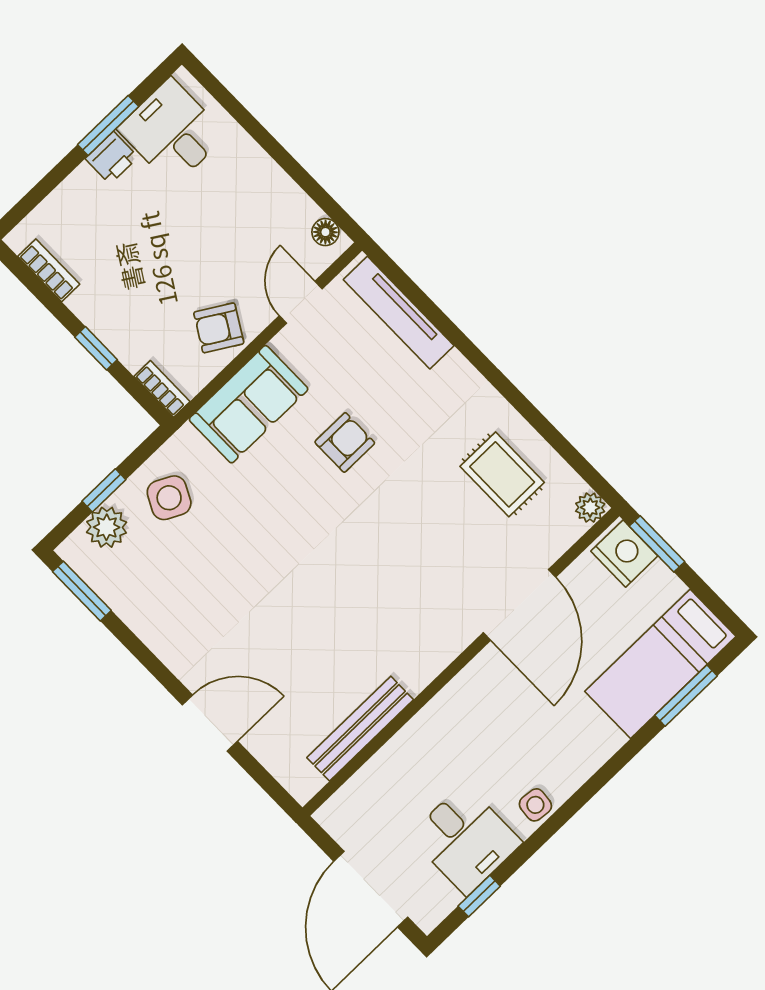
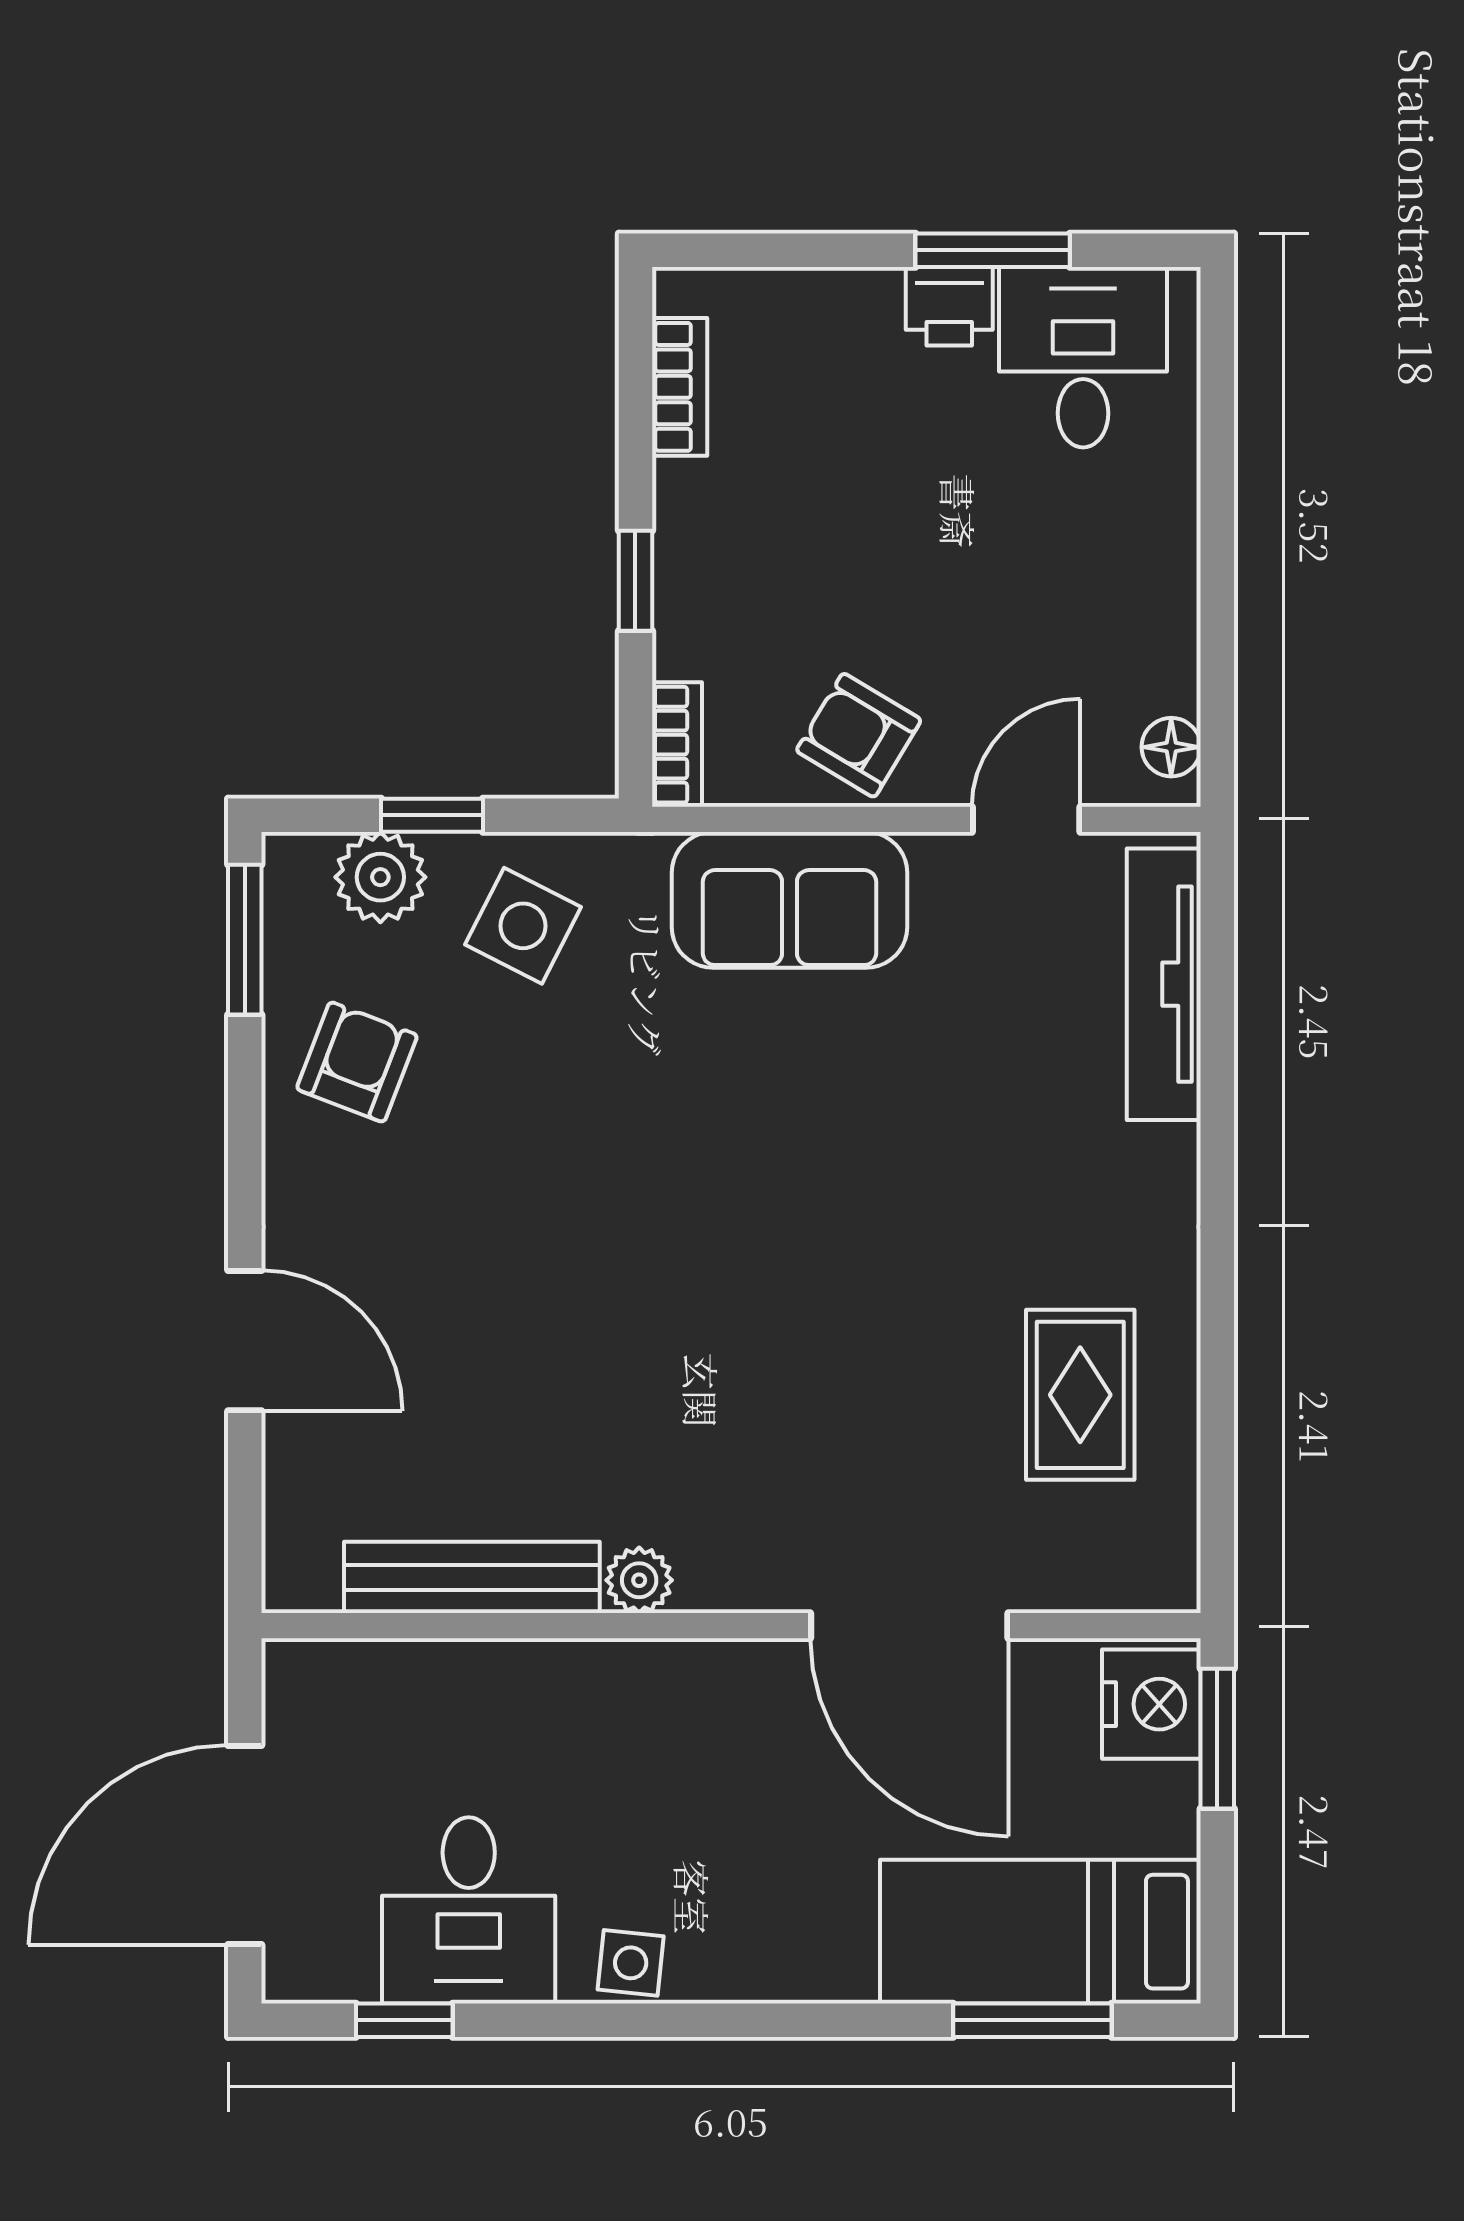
armchair: (345, 442) -> (357, 1062), moved, turned -69
plant: (590, 508) -> (639, 1580), moved
door: (520, 605) -> (909, 1626), hinge flipped

